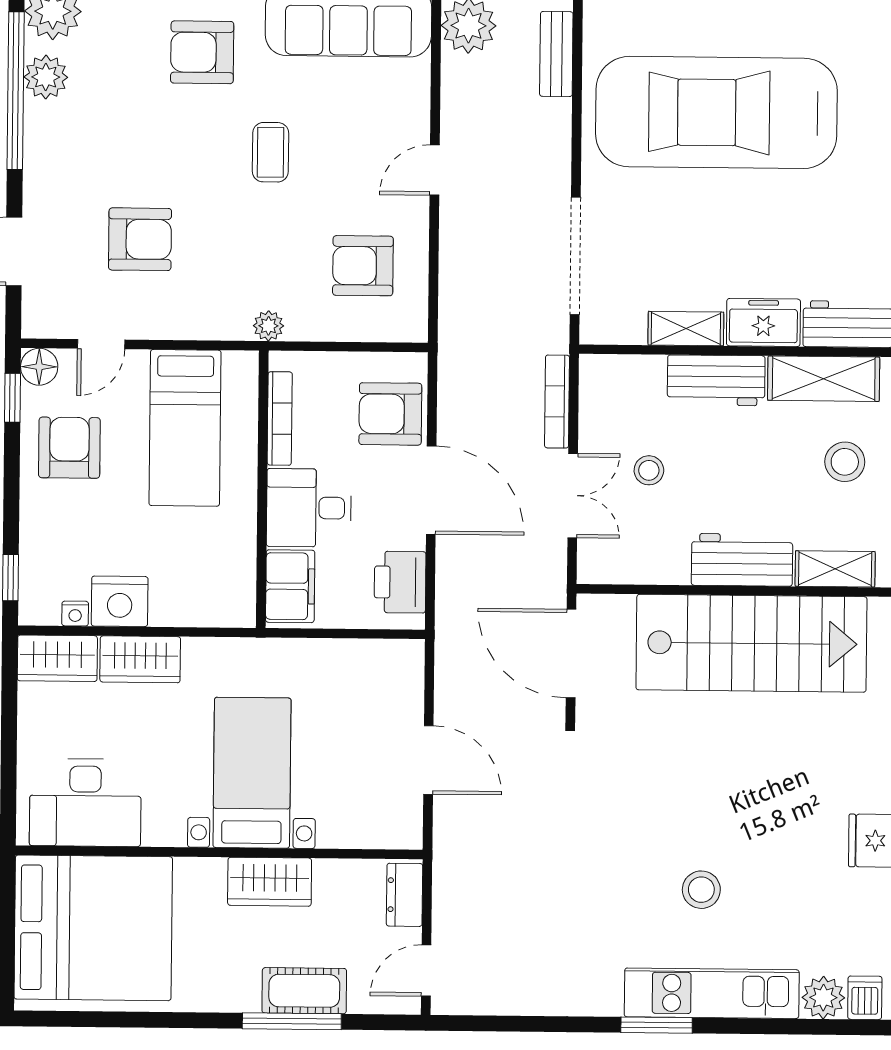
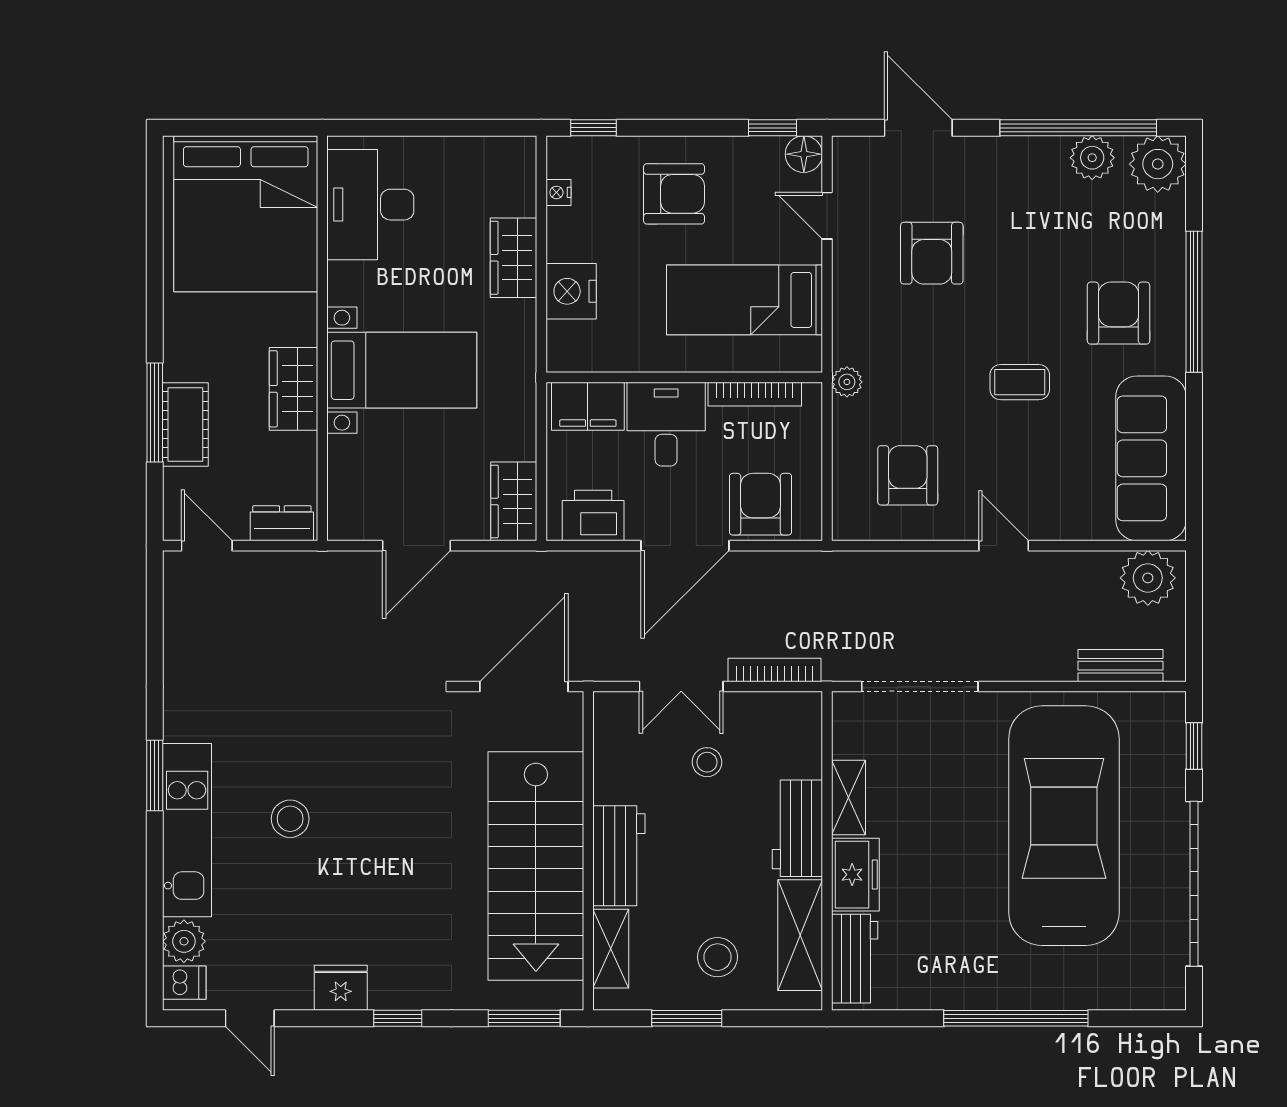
armchair: (69, 448) -> (674, 194), moved
nightstand: (120, 601) -> (571, 291), moved
wardrobe: (57, 658) -> (514, 501), moved

